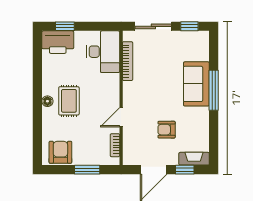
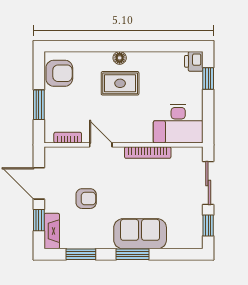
printer: (58, 42) -> (194, 61), width x0.53, depth x0.68
bookcase: (128, 61) -> (148, 153), moved
window: (214, 90) -> (132, 254), width x0.69
armchair: (167, 130) -> (86, 199), turned 90
window: (214, 134) -> (81, 254), added

